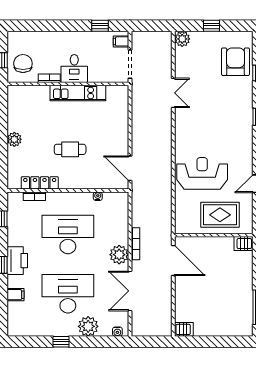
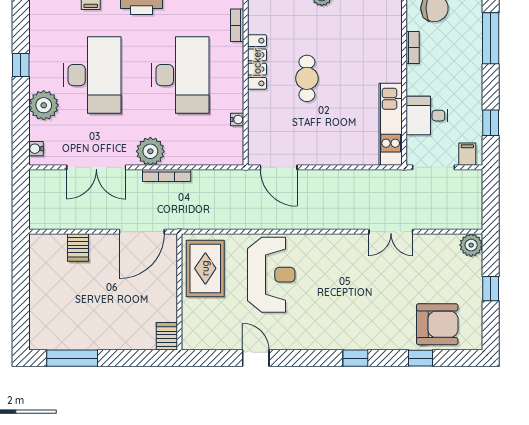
window: (43, 26) -> (491, 38), added
desk: (74, 68) -> (427, 116), moved
kitchen unit: (78, 93) -> (391, 124), moved
door: (130, 168) -> (279, 167), swing flipped
locker: (40, 183) -> (257, 62), moved
rug: (220, 215) -> (205, 268), moved
double door: (130, 291) -> (96, 167), swing flipped
server rack: (184, 329) -> (78, 248), moved

